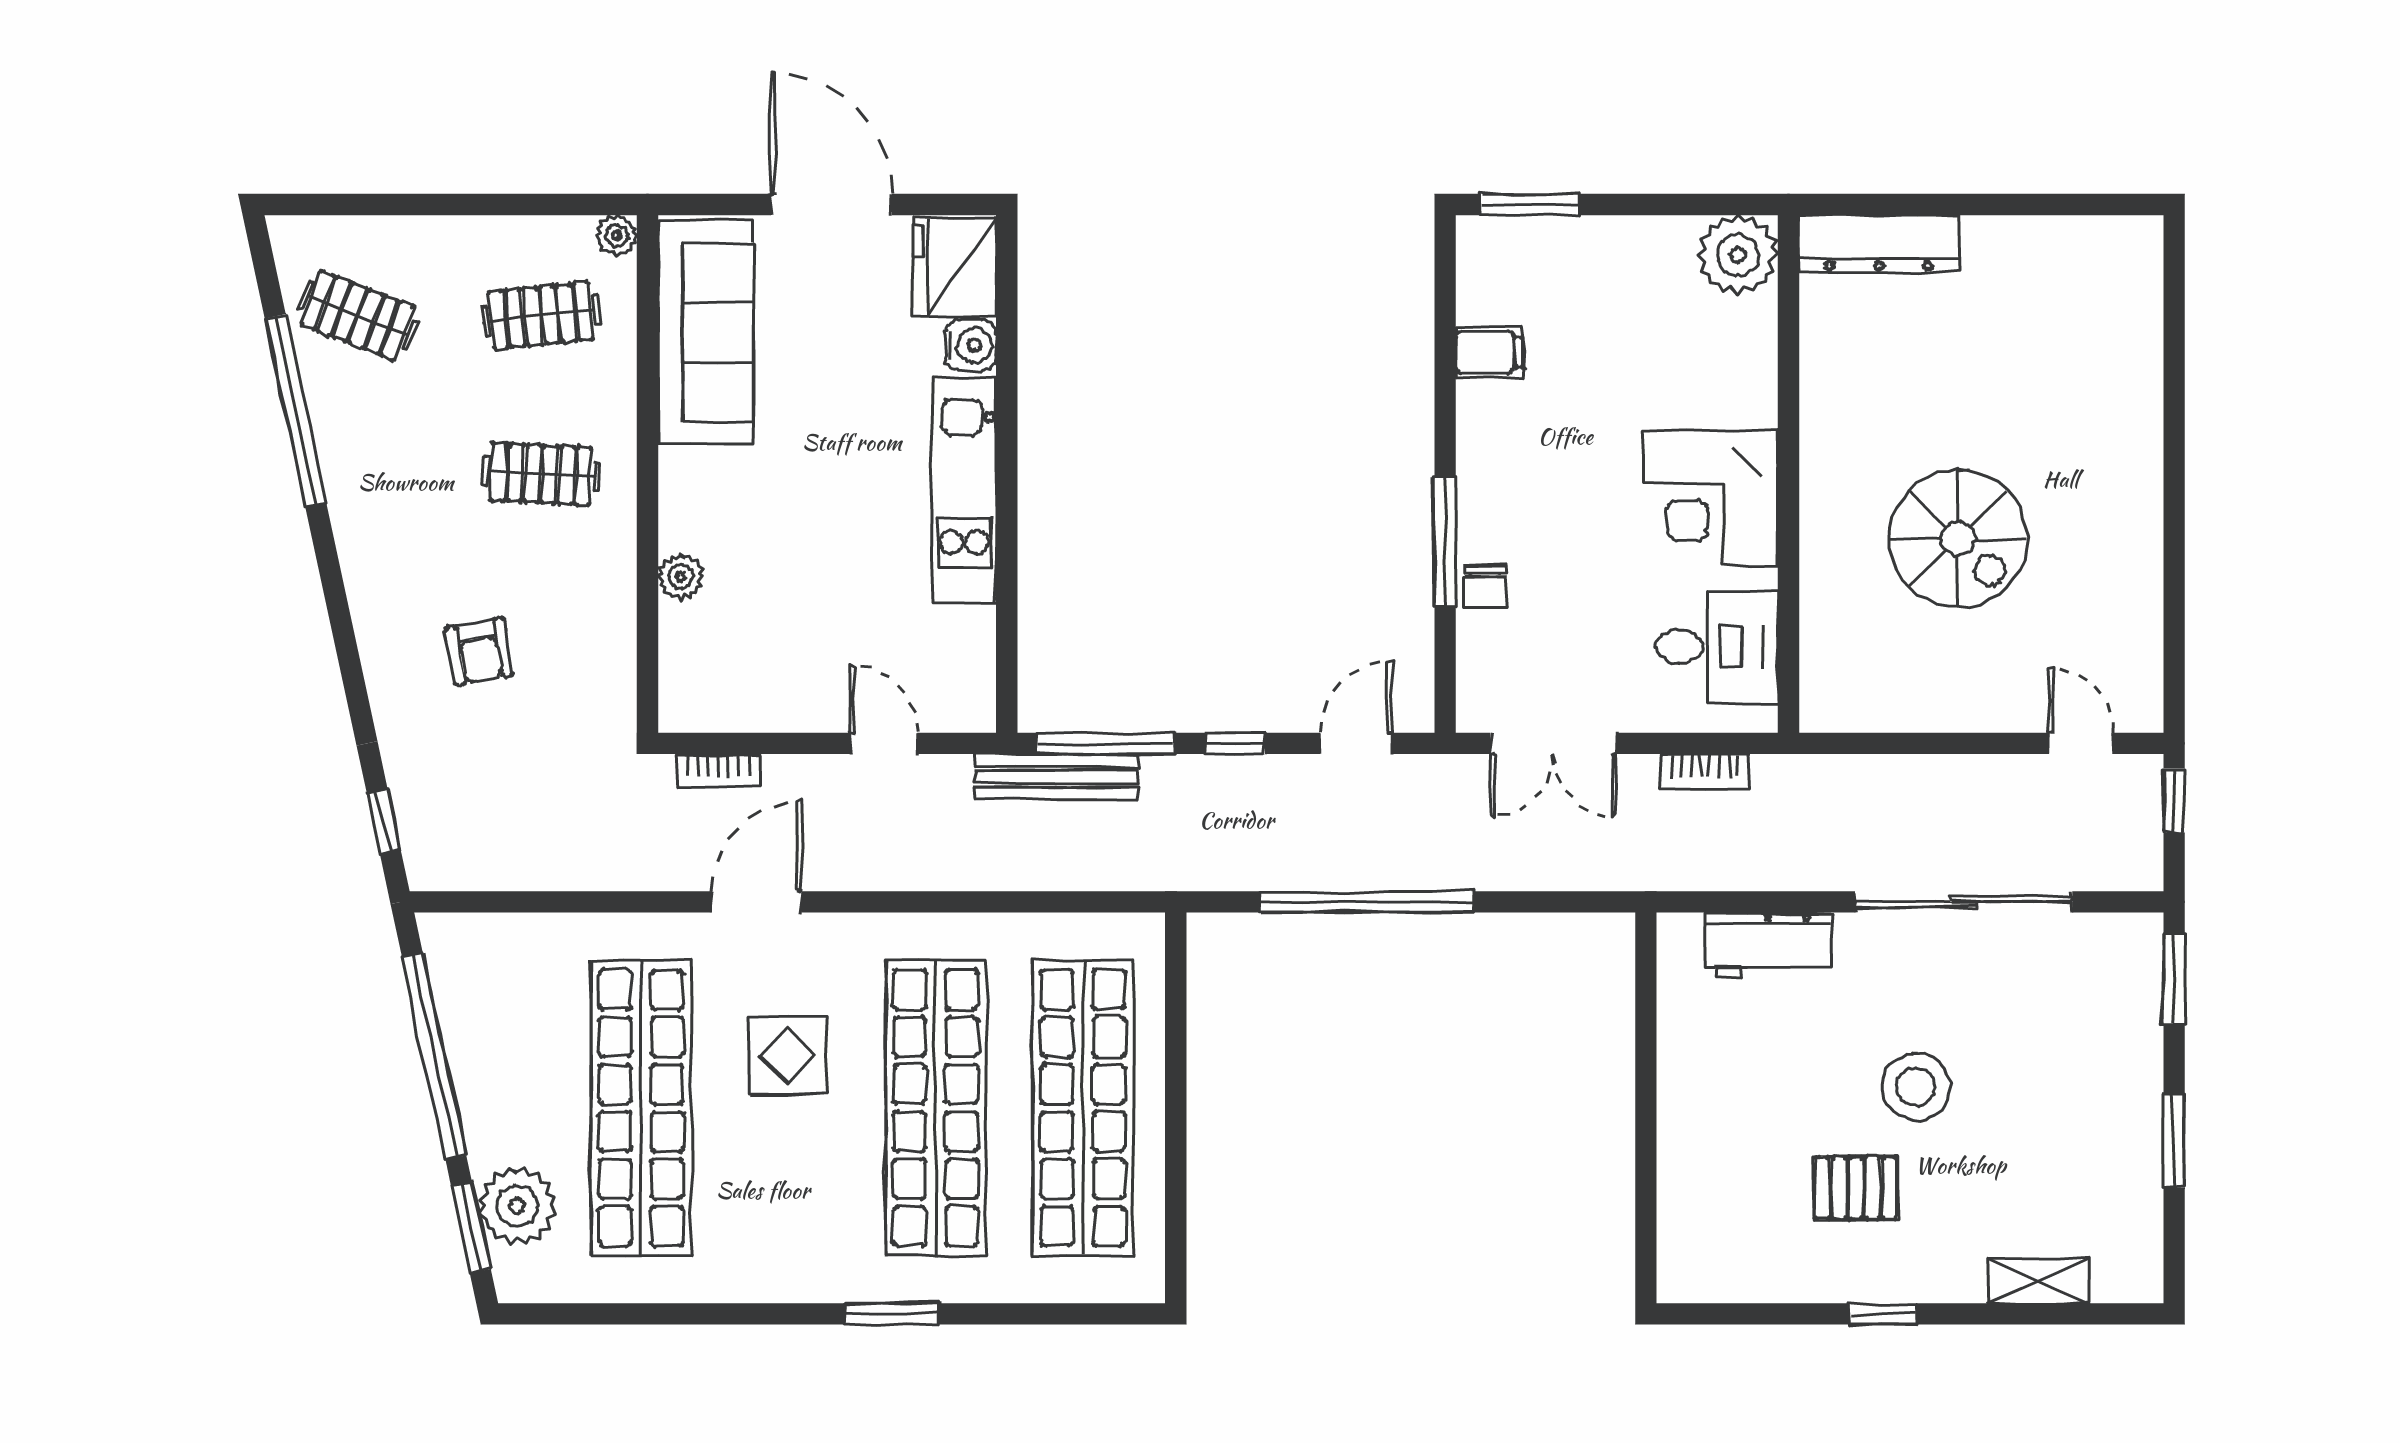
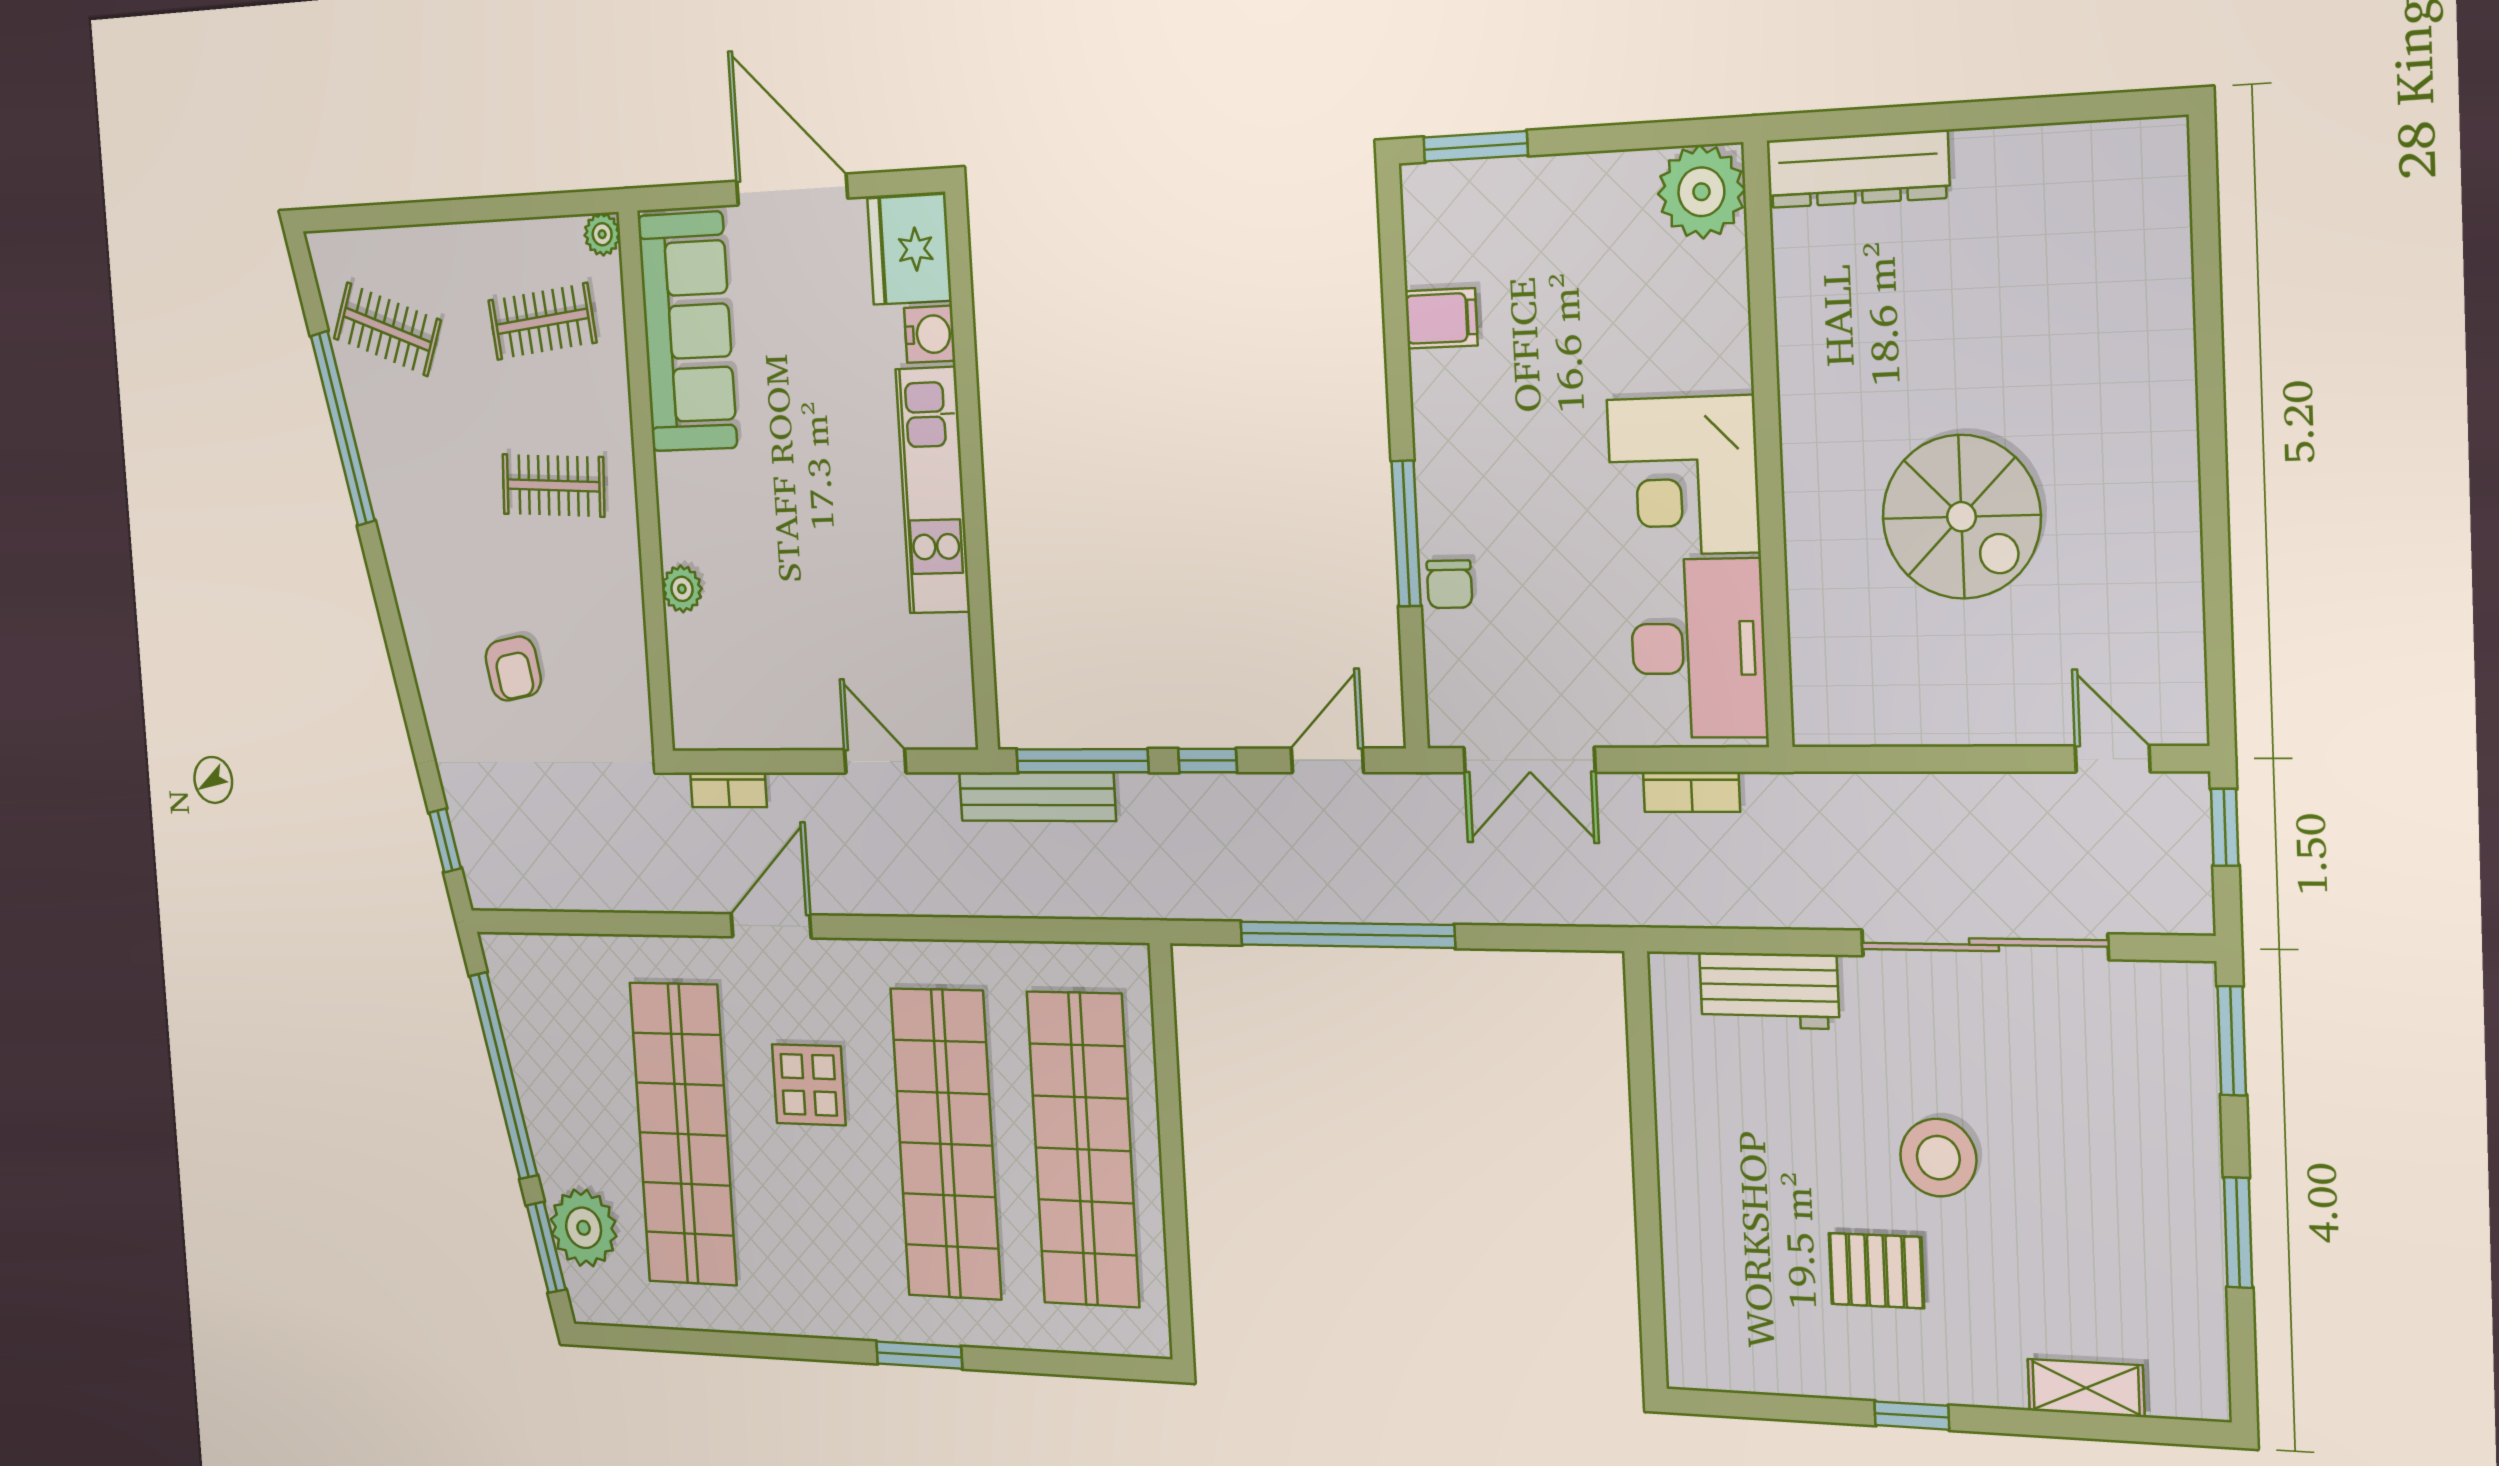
desk: (1717, 647) -> (1698, 648), width x1.37

